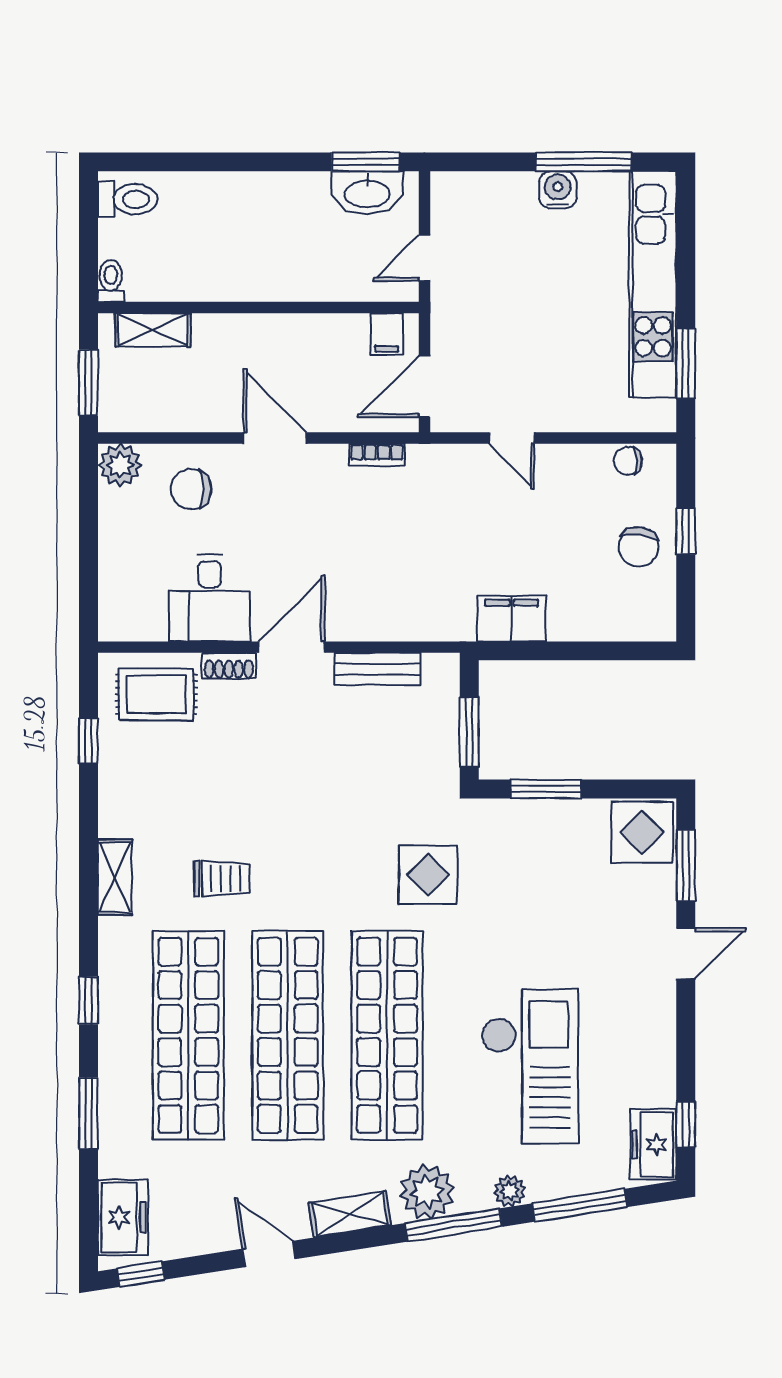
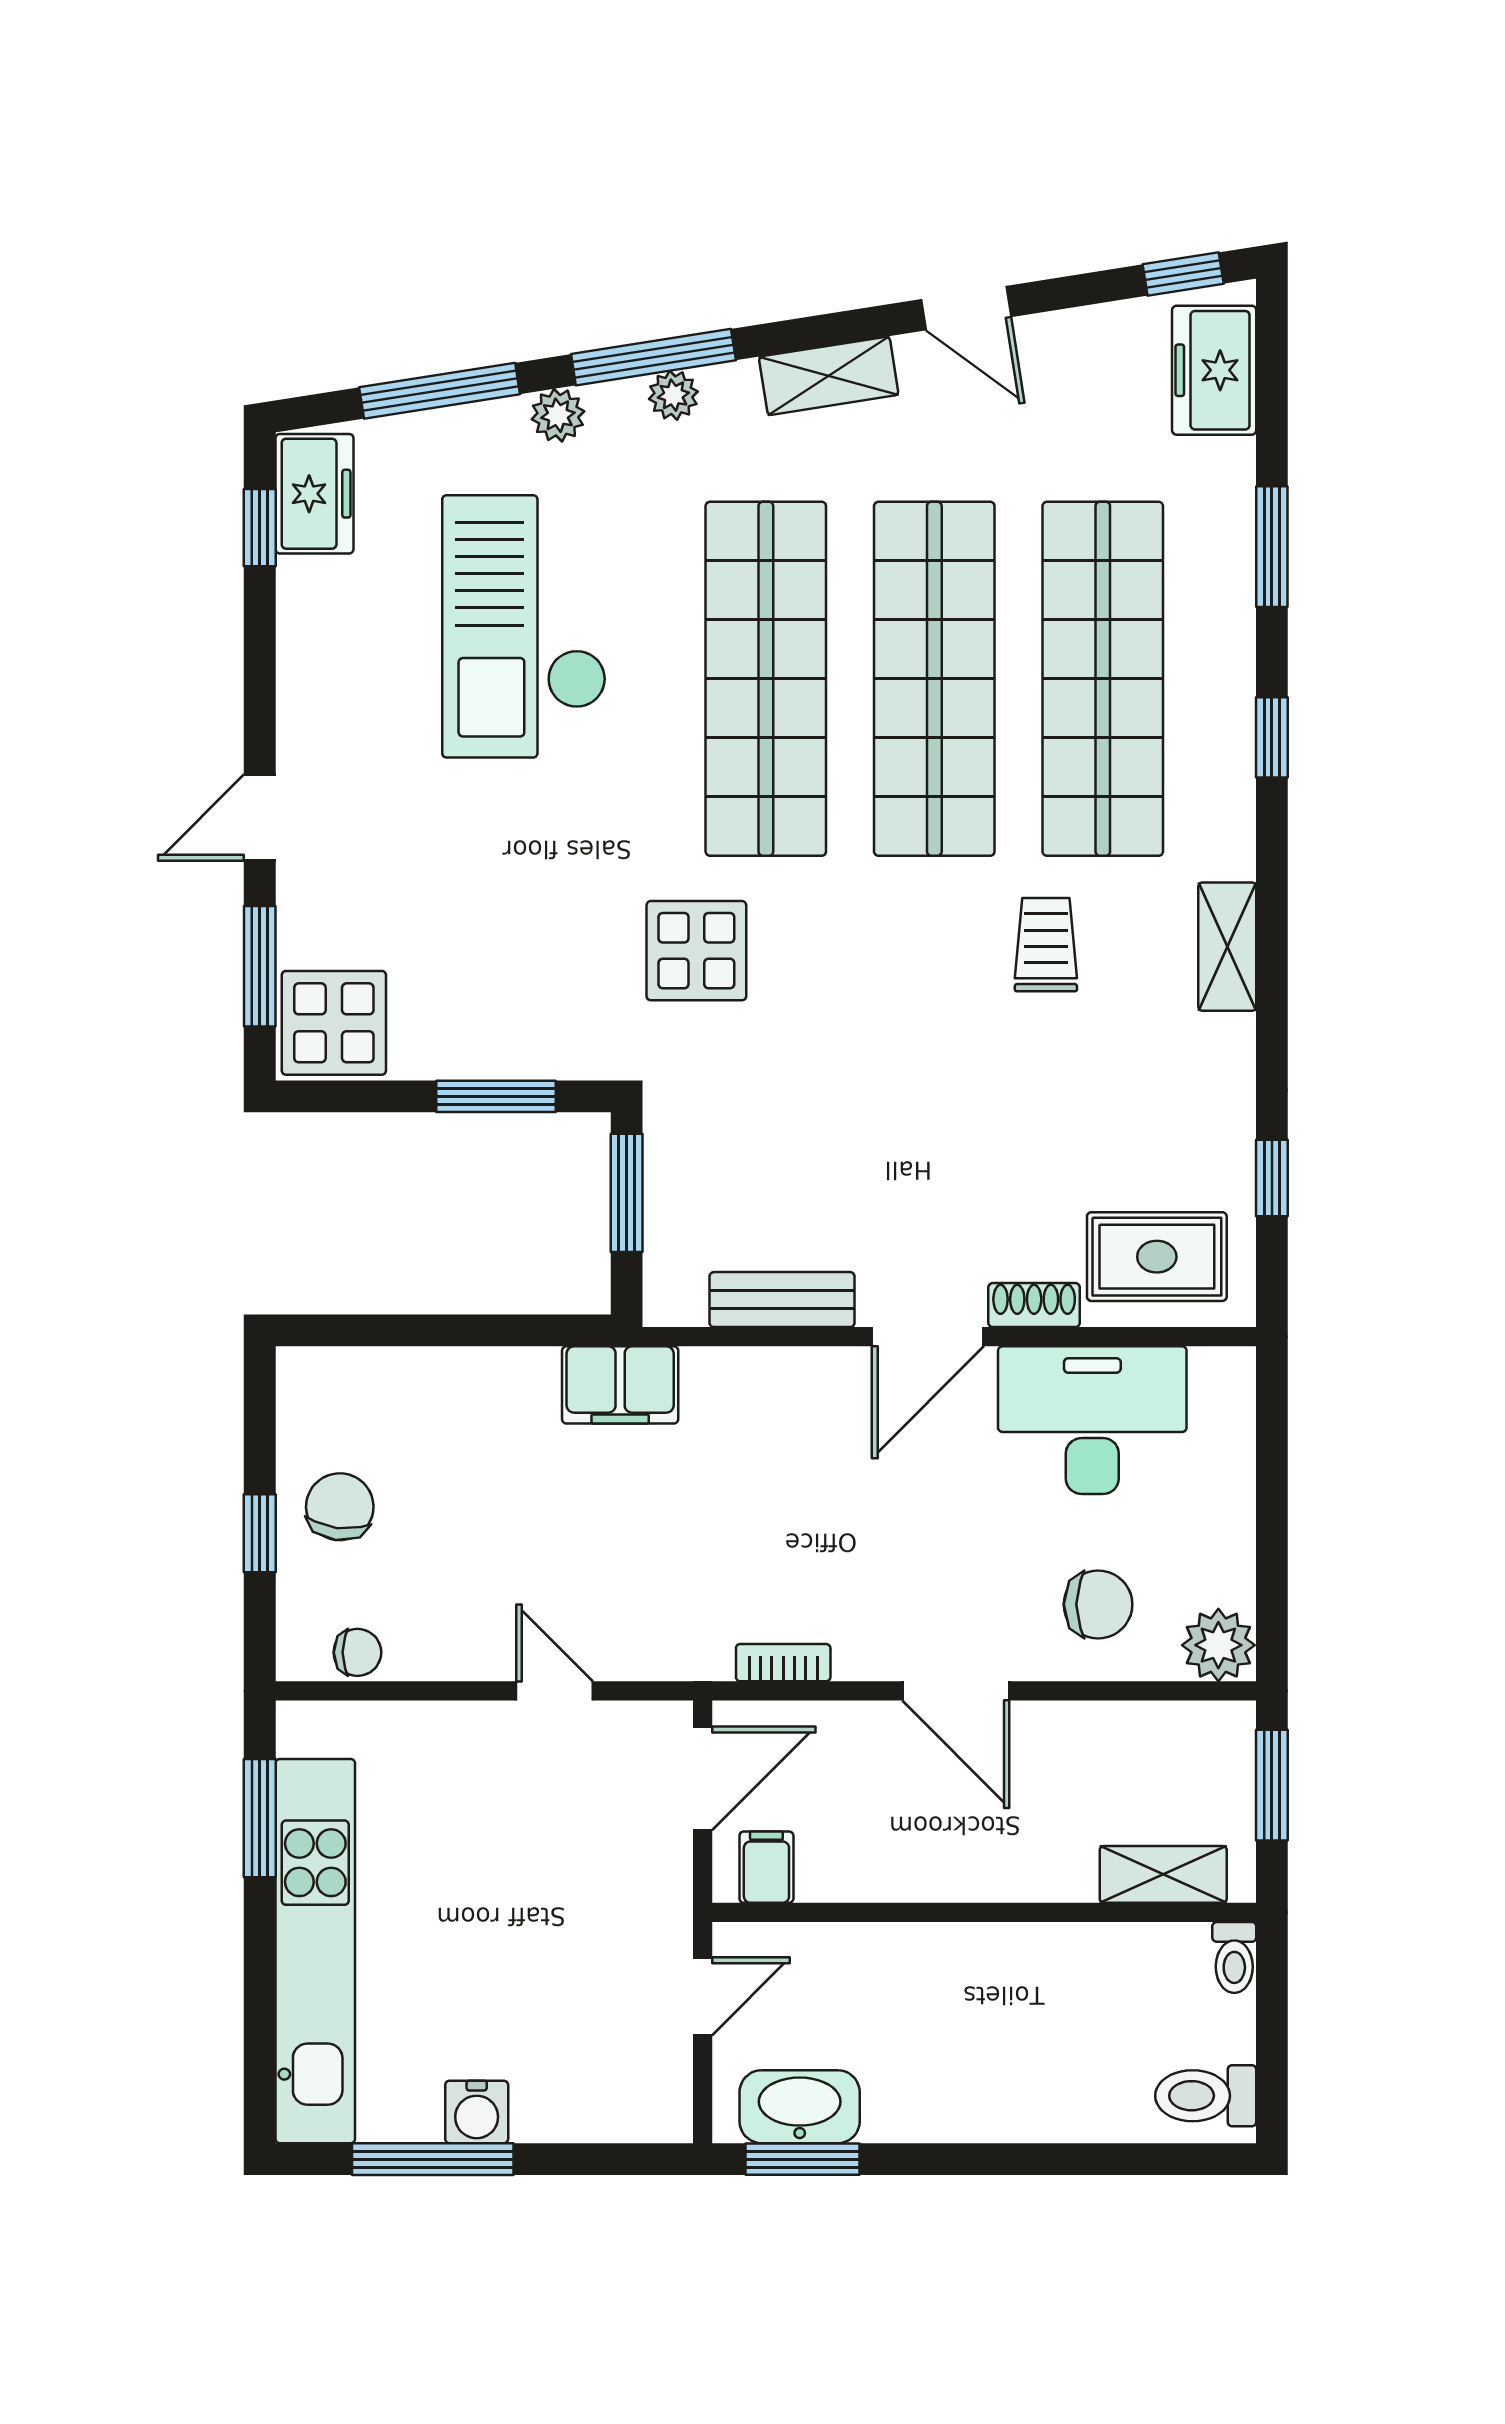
desk: (210, 598) -> (1092, 1420), width x1.37
filing cabinet: (512, 619) -> (620, 1385), moved
trolley: (222, 878) -> (1046, 945), turned 90
plant: (427, 1192) -> (673, 395), width x0.53, depth x0.53

